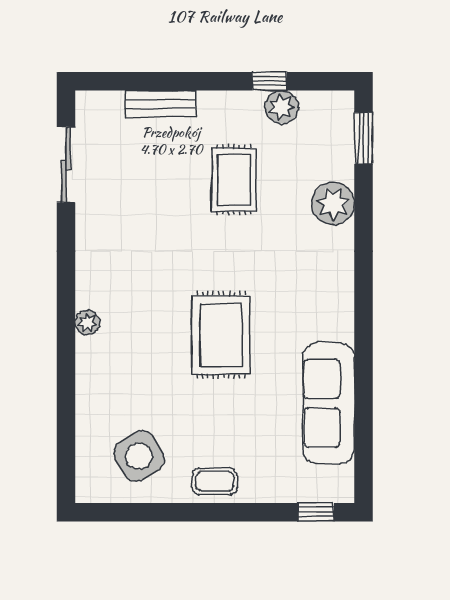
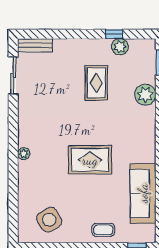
bench: (161, 104) -> (35, 45), moved
rug: (221, 335) -> (90, 160), turned 90
coffee table: (215, 481) -> (103, 230), moved

